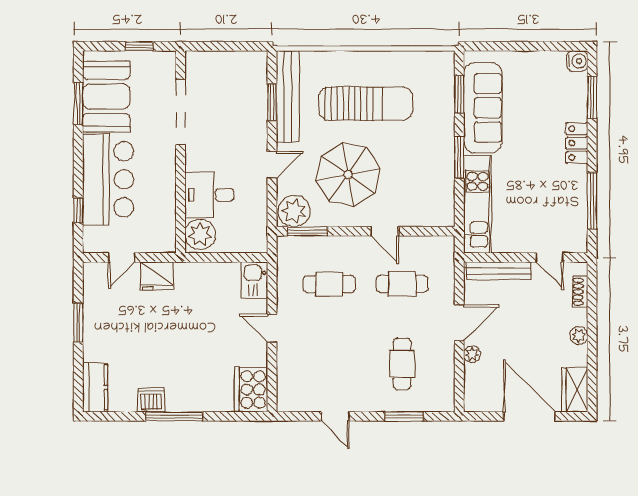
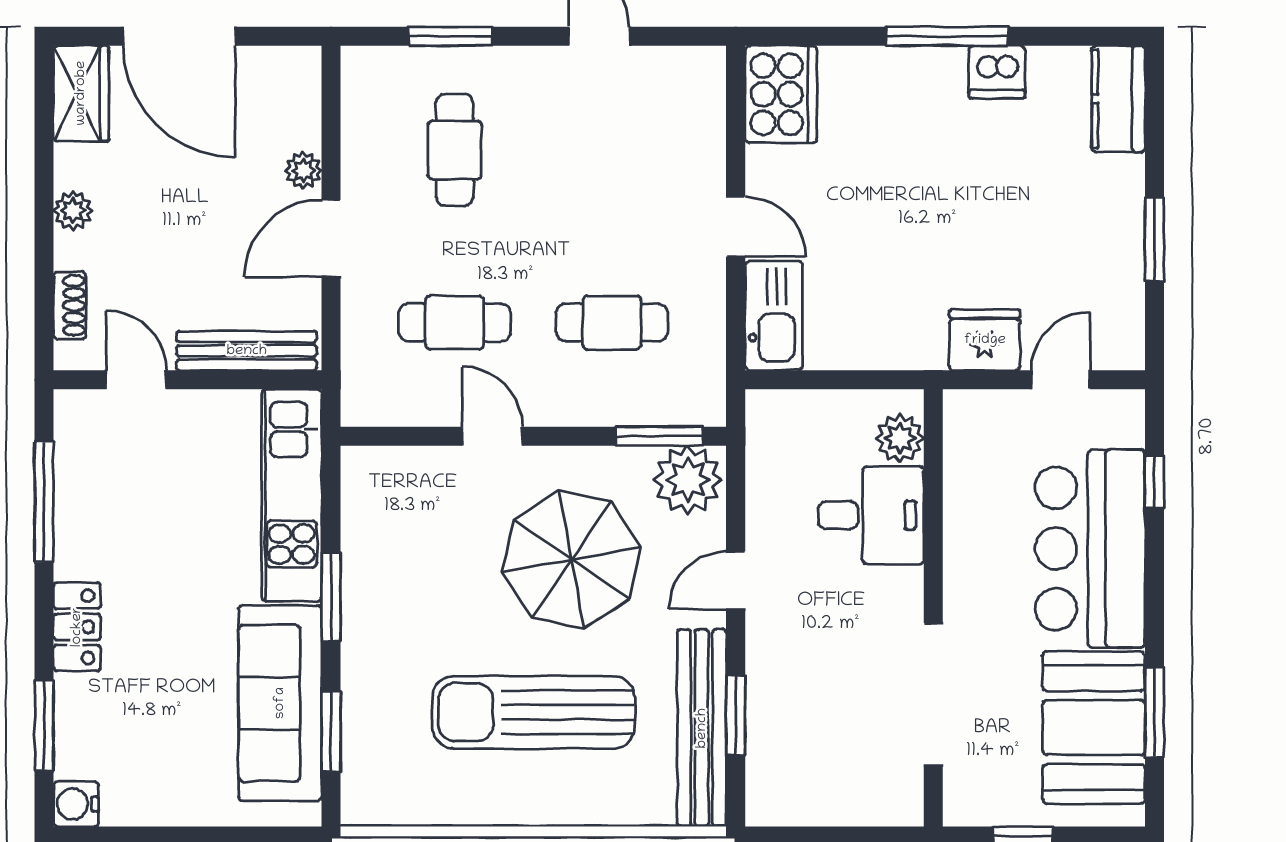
plant: (200, 234) -> (900, 438), width x0.73, depth x0.73
kitchen sink: (254, 280) -> (774, 316), width x1.38

